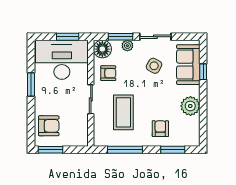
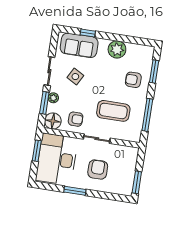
armchair: (108, 73) -> (76, 119), turned 90
armchair: (49, 126) -> (98, 169), moved

